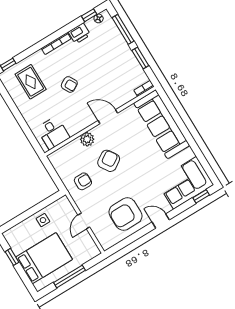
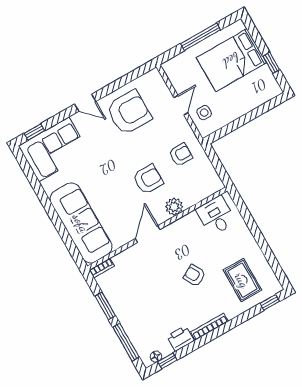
door: (108, 117) -> (148, 234), swing flipped
armchair: (109, 161) -> (148, 179), turned -147
armchair: (83, 181) -> (181, 154), turned 180
side table: (43, 220) -> (204, 113), moved

